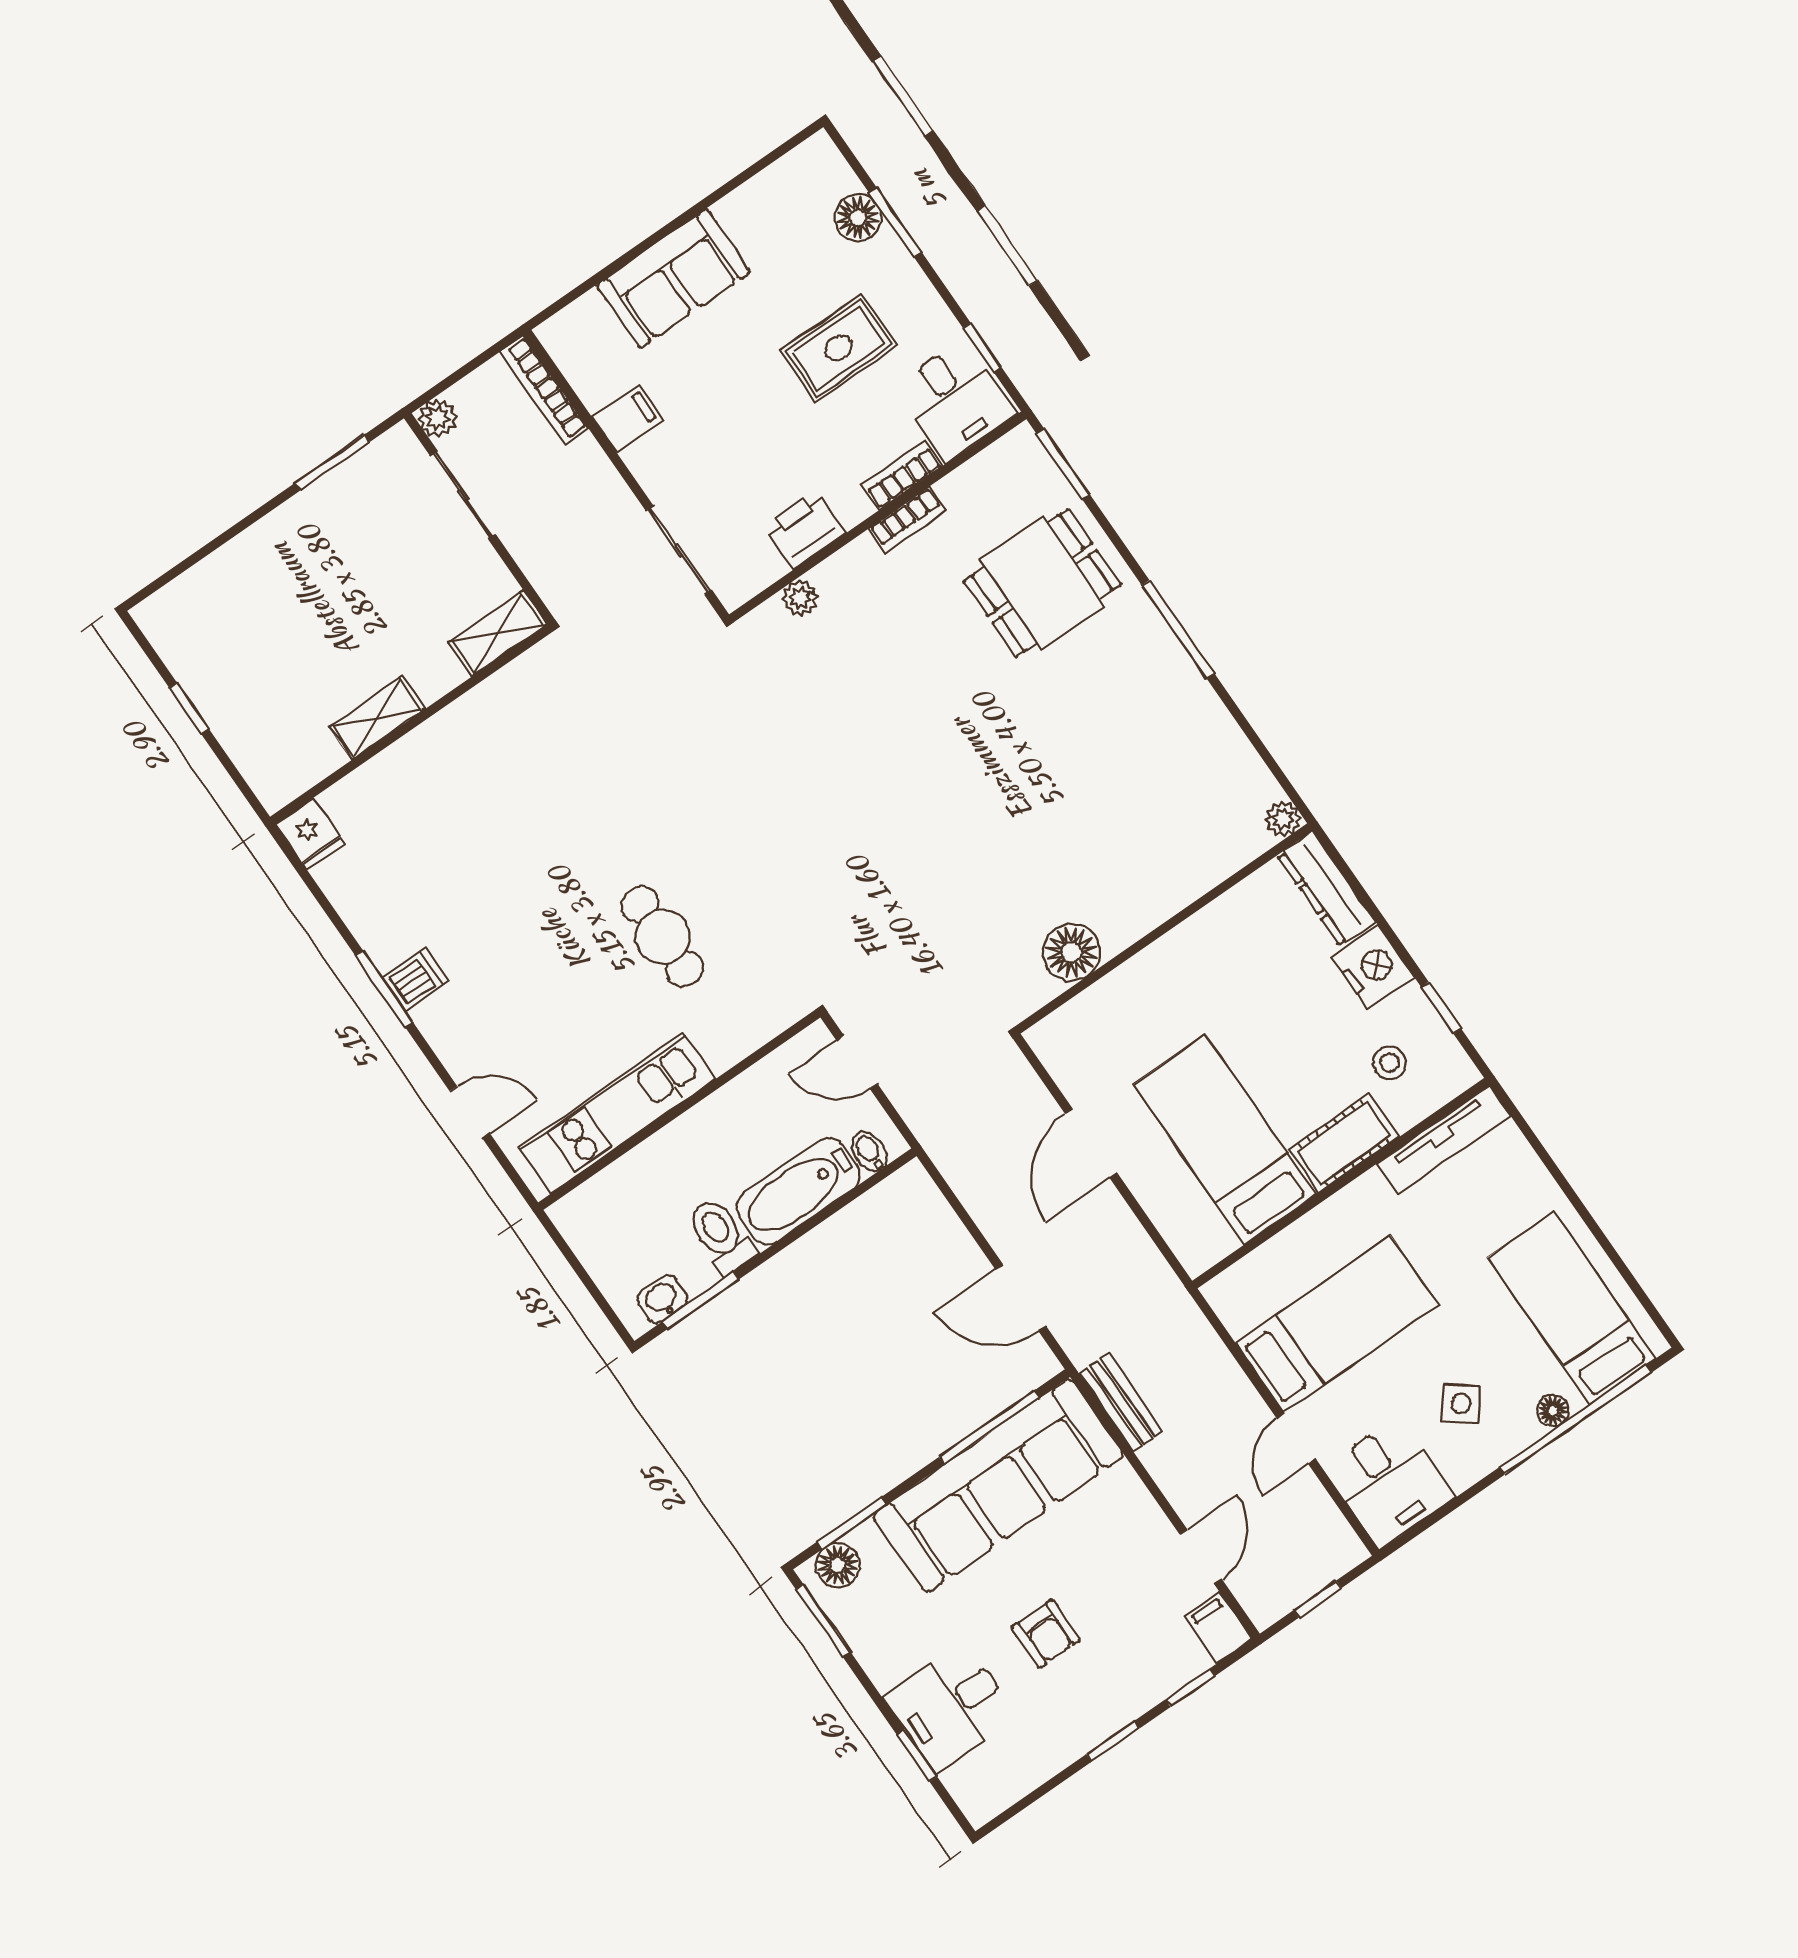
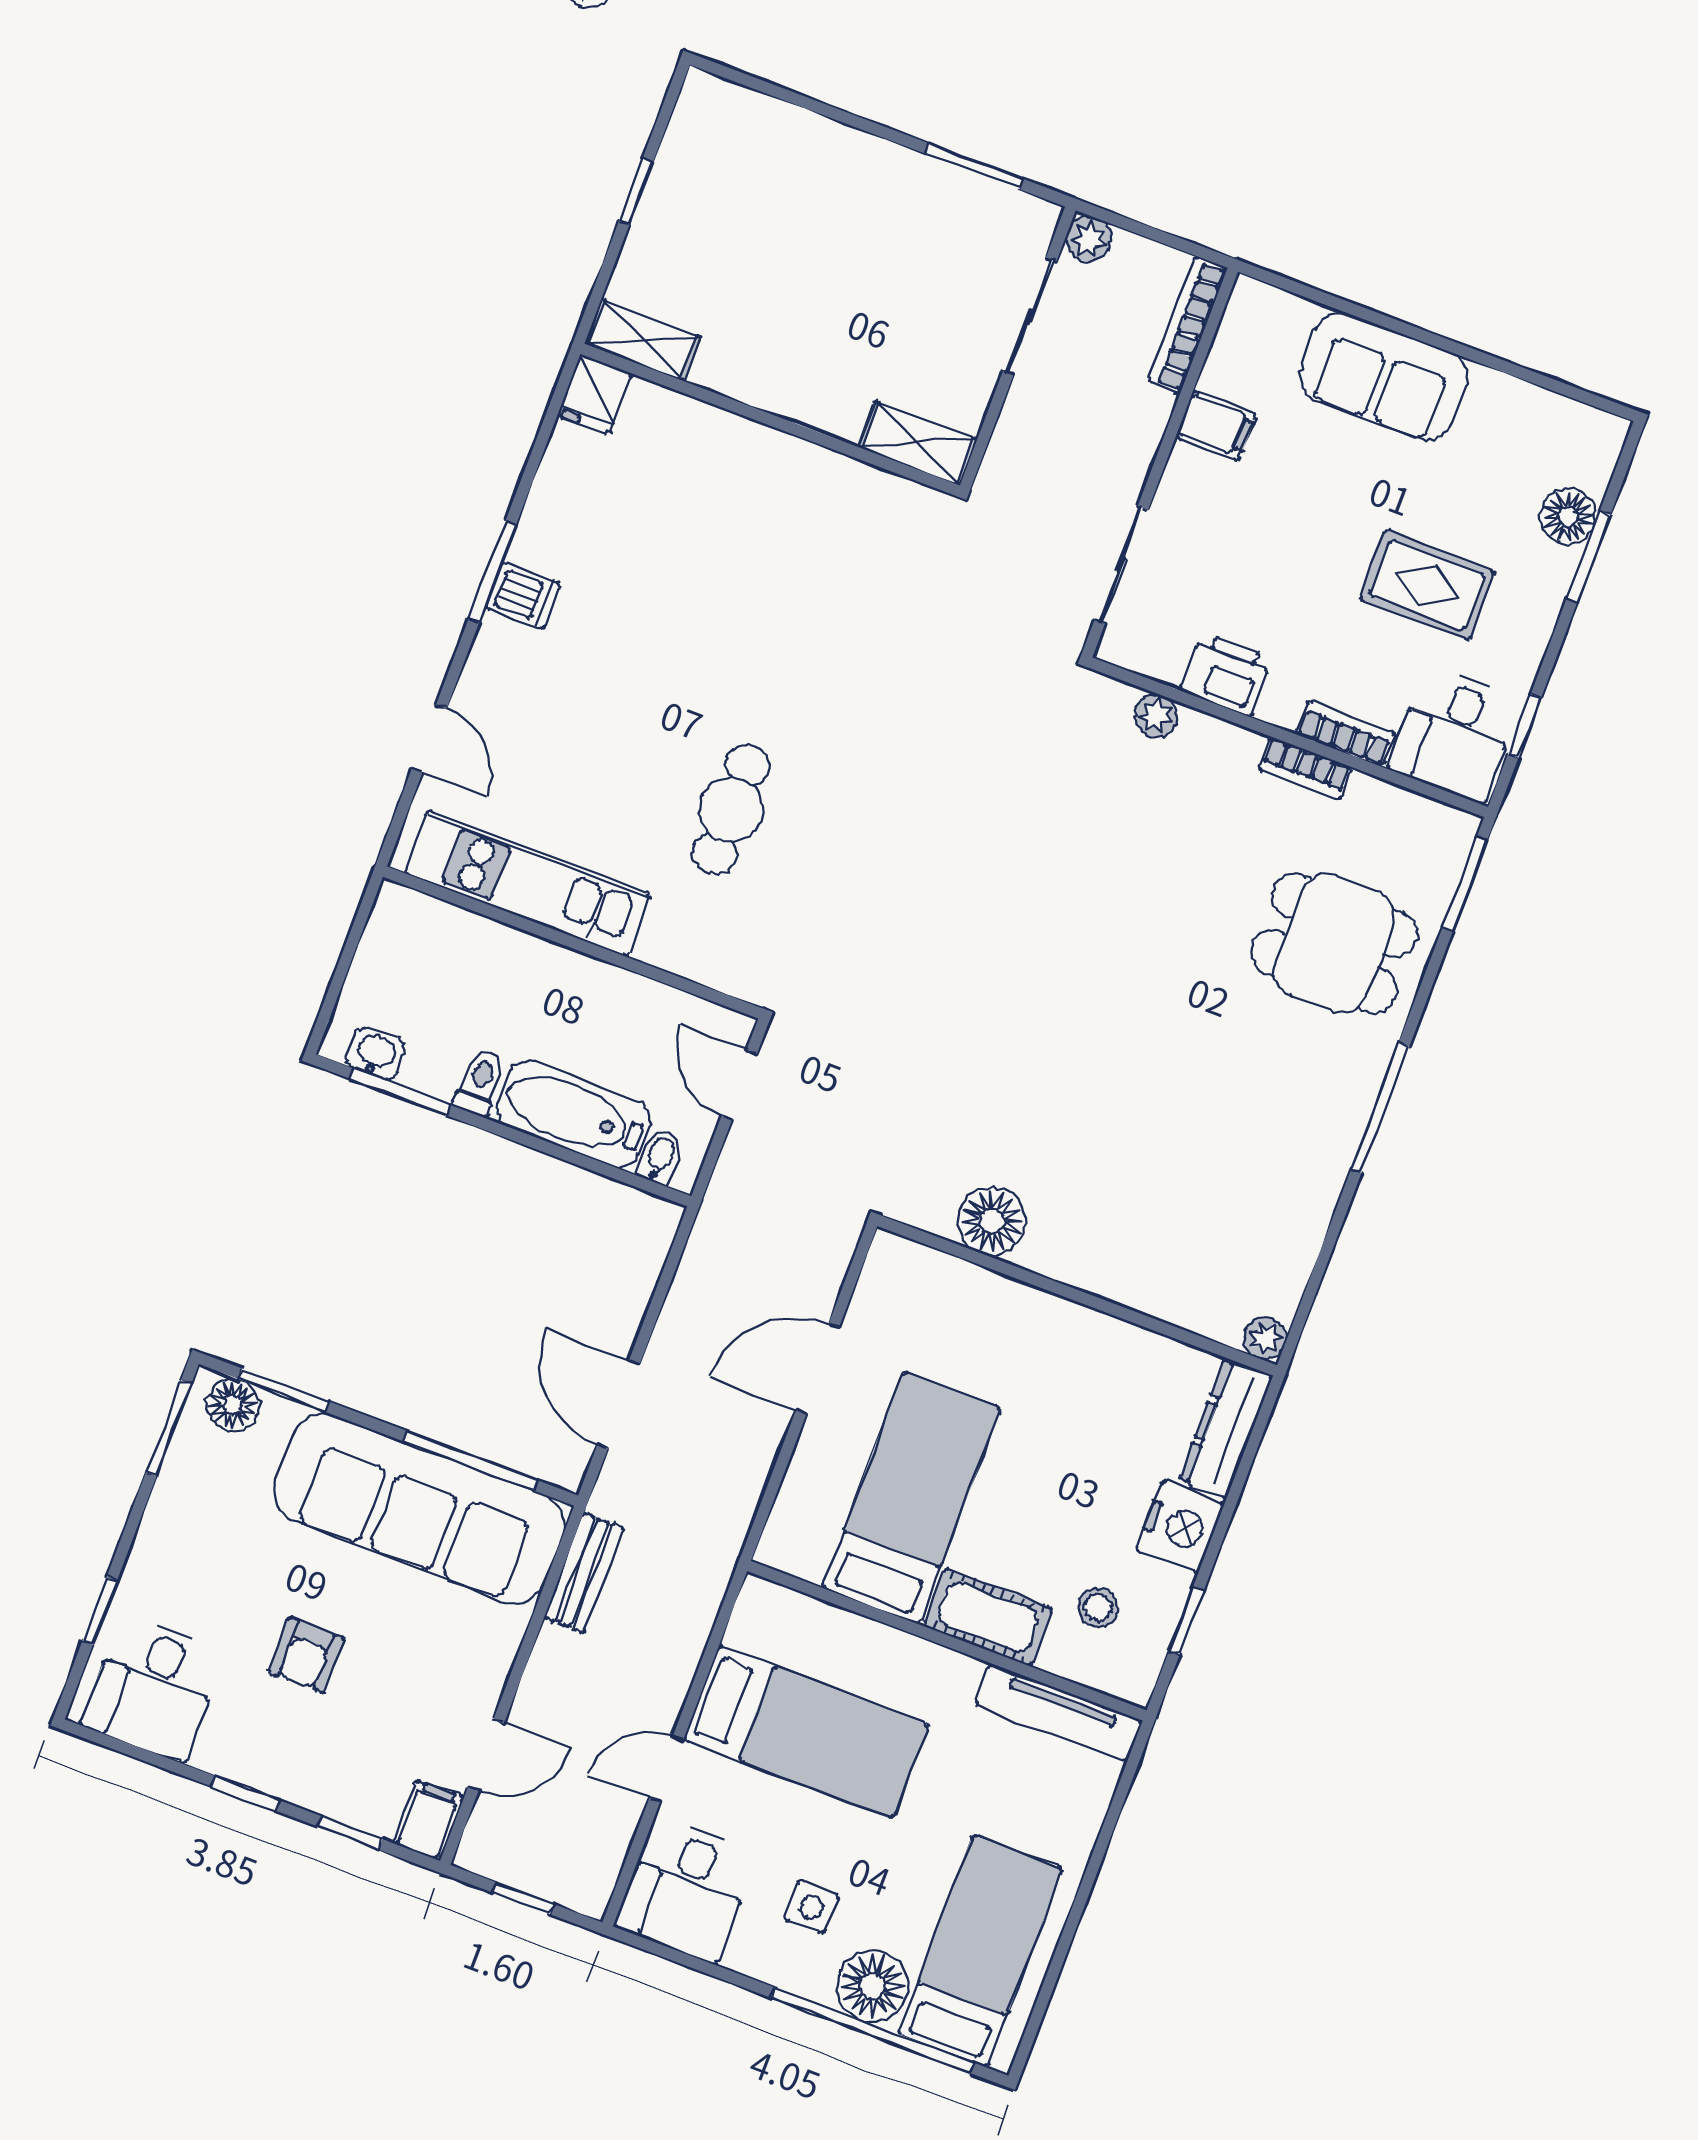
shelving: (377, 718) -> (642, 340), moved
toilet: (721, 1236) -> (480, 1083), width x0.73, depth x0.72
side table: (1461, 1404) -> (812, 1907), turned -38
floor lamp: (1553, 1411) -> (873, 1986), width x1.89, depth x1.89
desk: (951, 1707) -> (154, 1688), moved, turned -90

